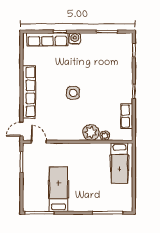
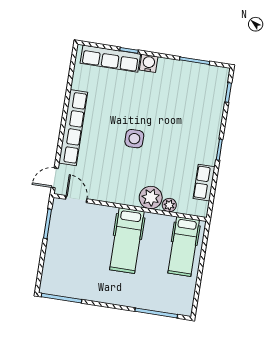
hospital bed: (58, 189) -> (127, 241), moved, turned 180

